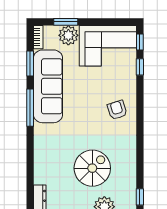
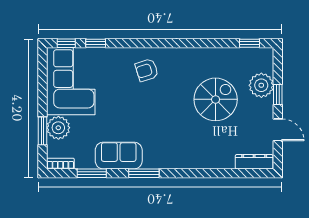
sofa: (48, 86) -> (119, 156), width x0.54, depth x0.79
window: (30, 108) -> (144, 173), width x0.69
spiral stairs: (92, 168) -> (216, 99), turned 90

